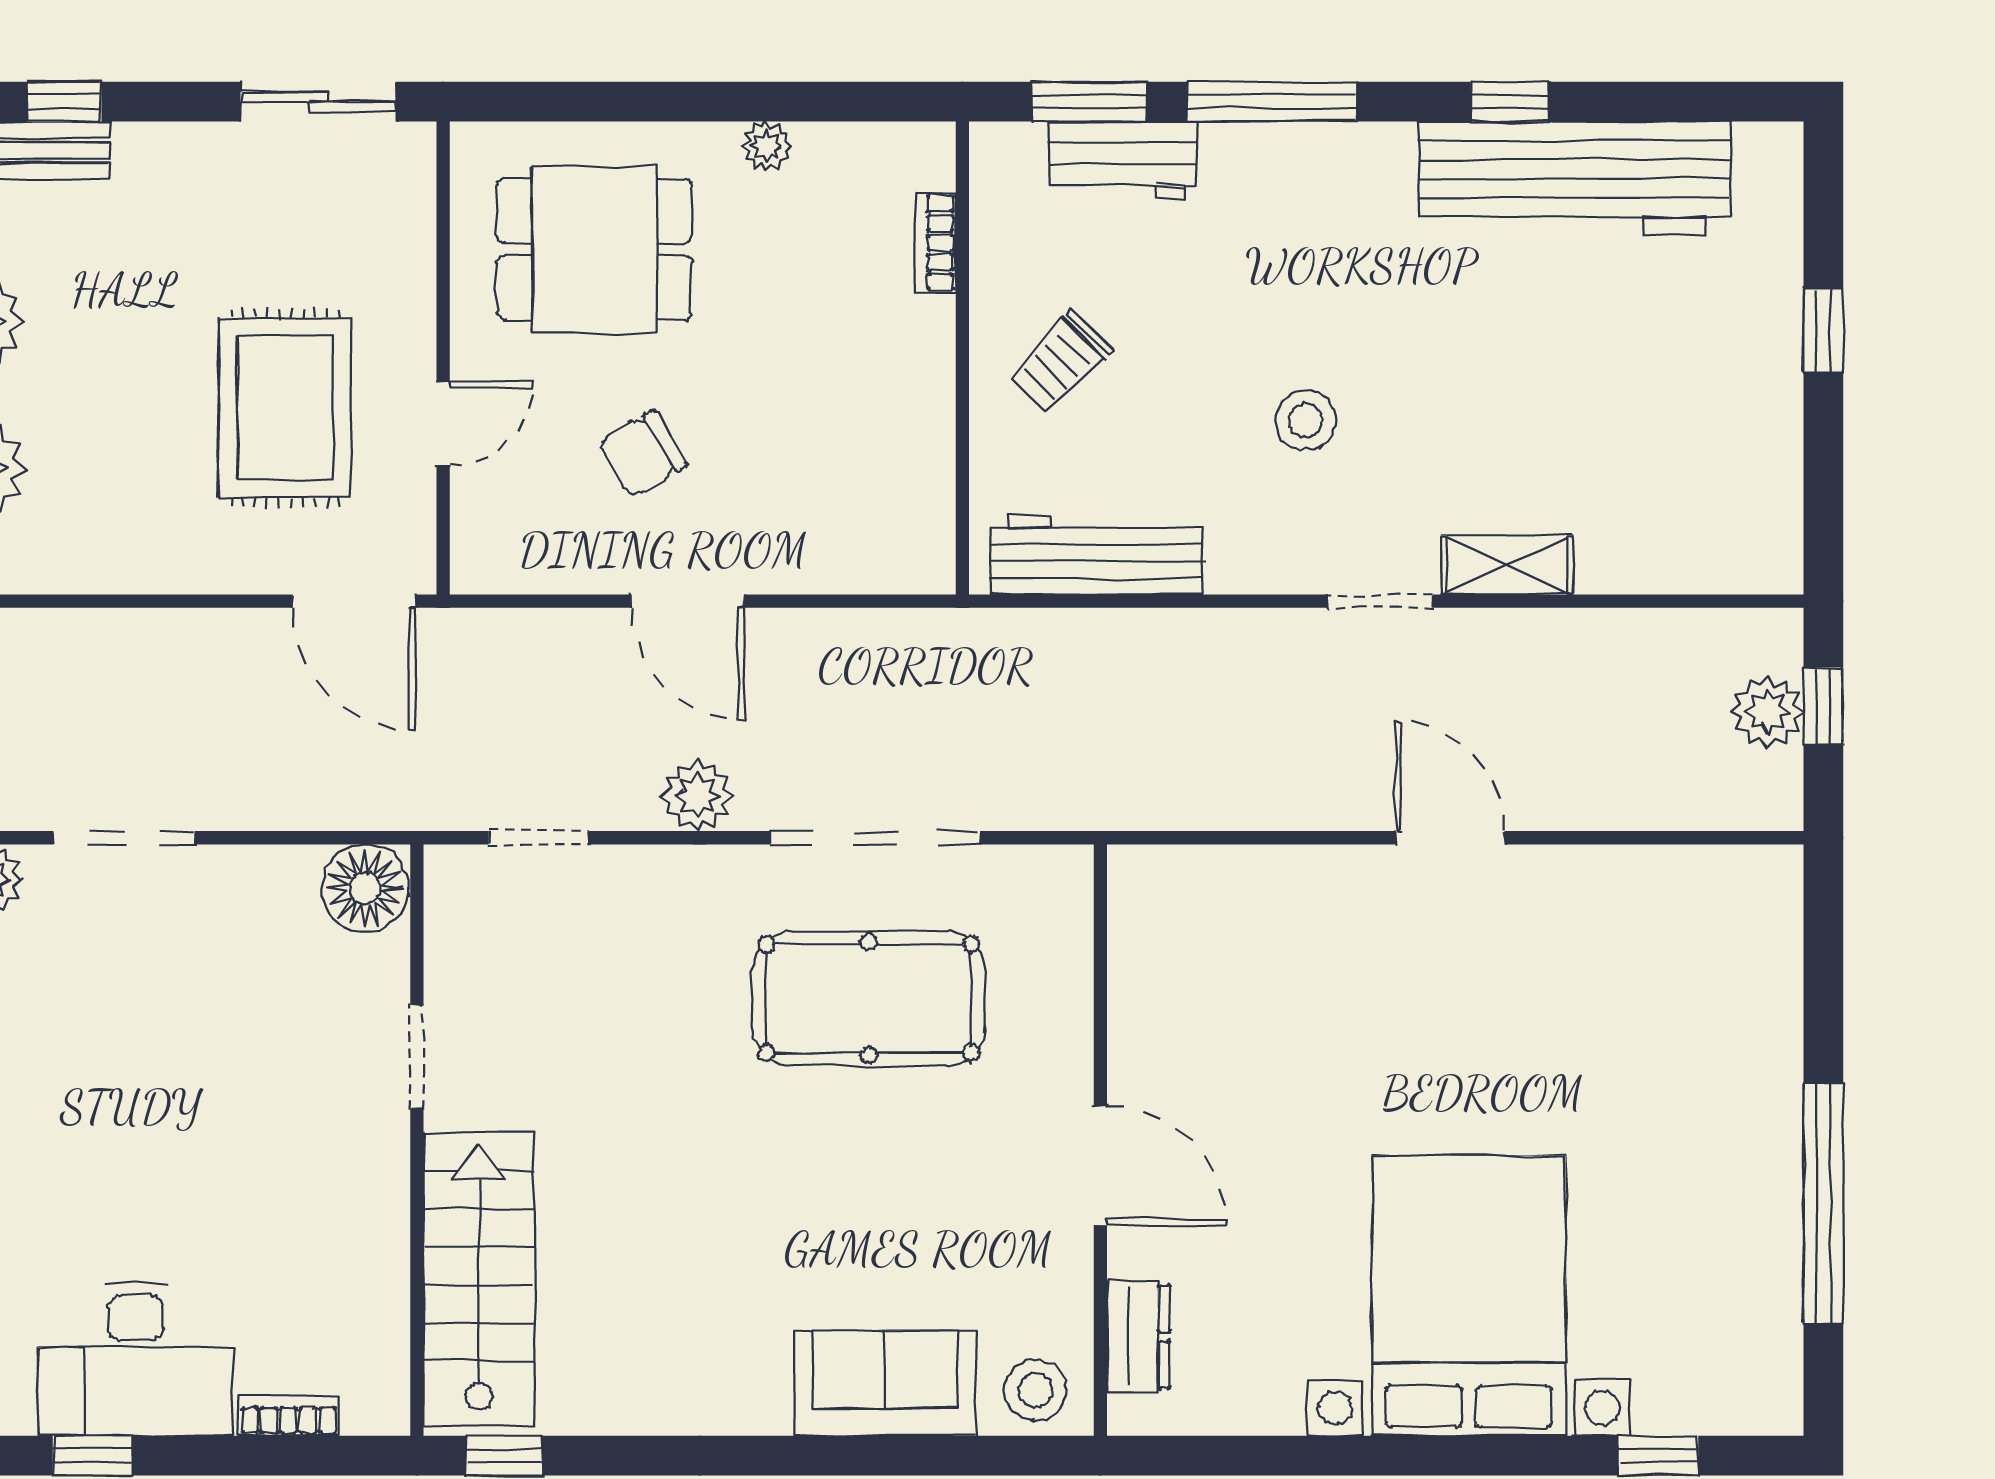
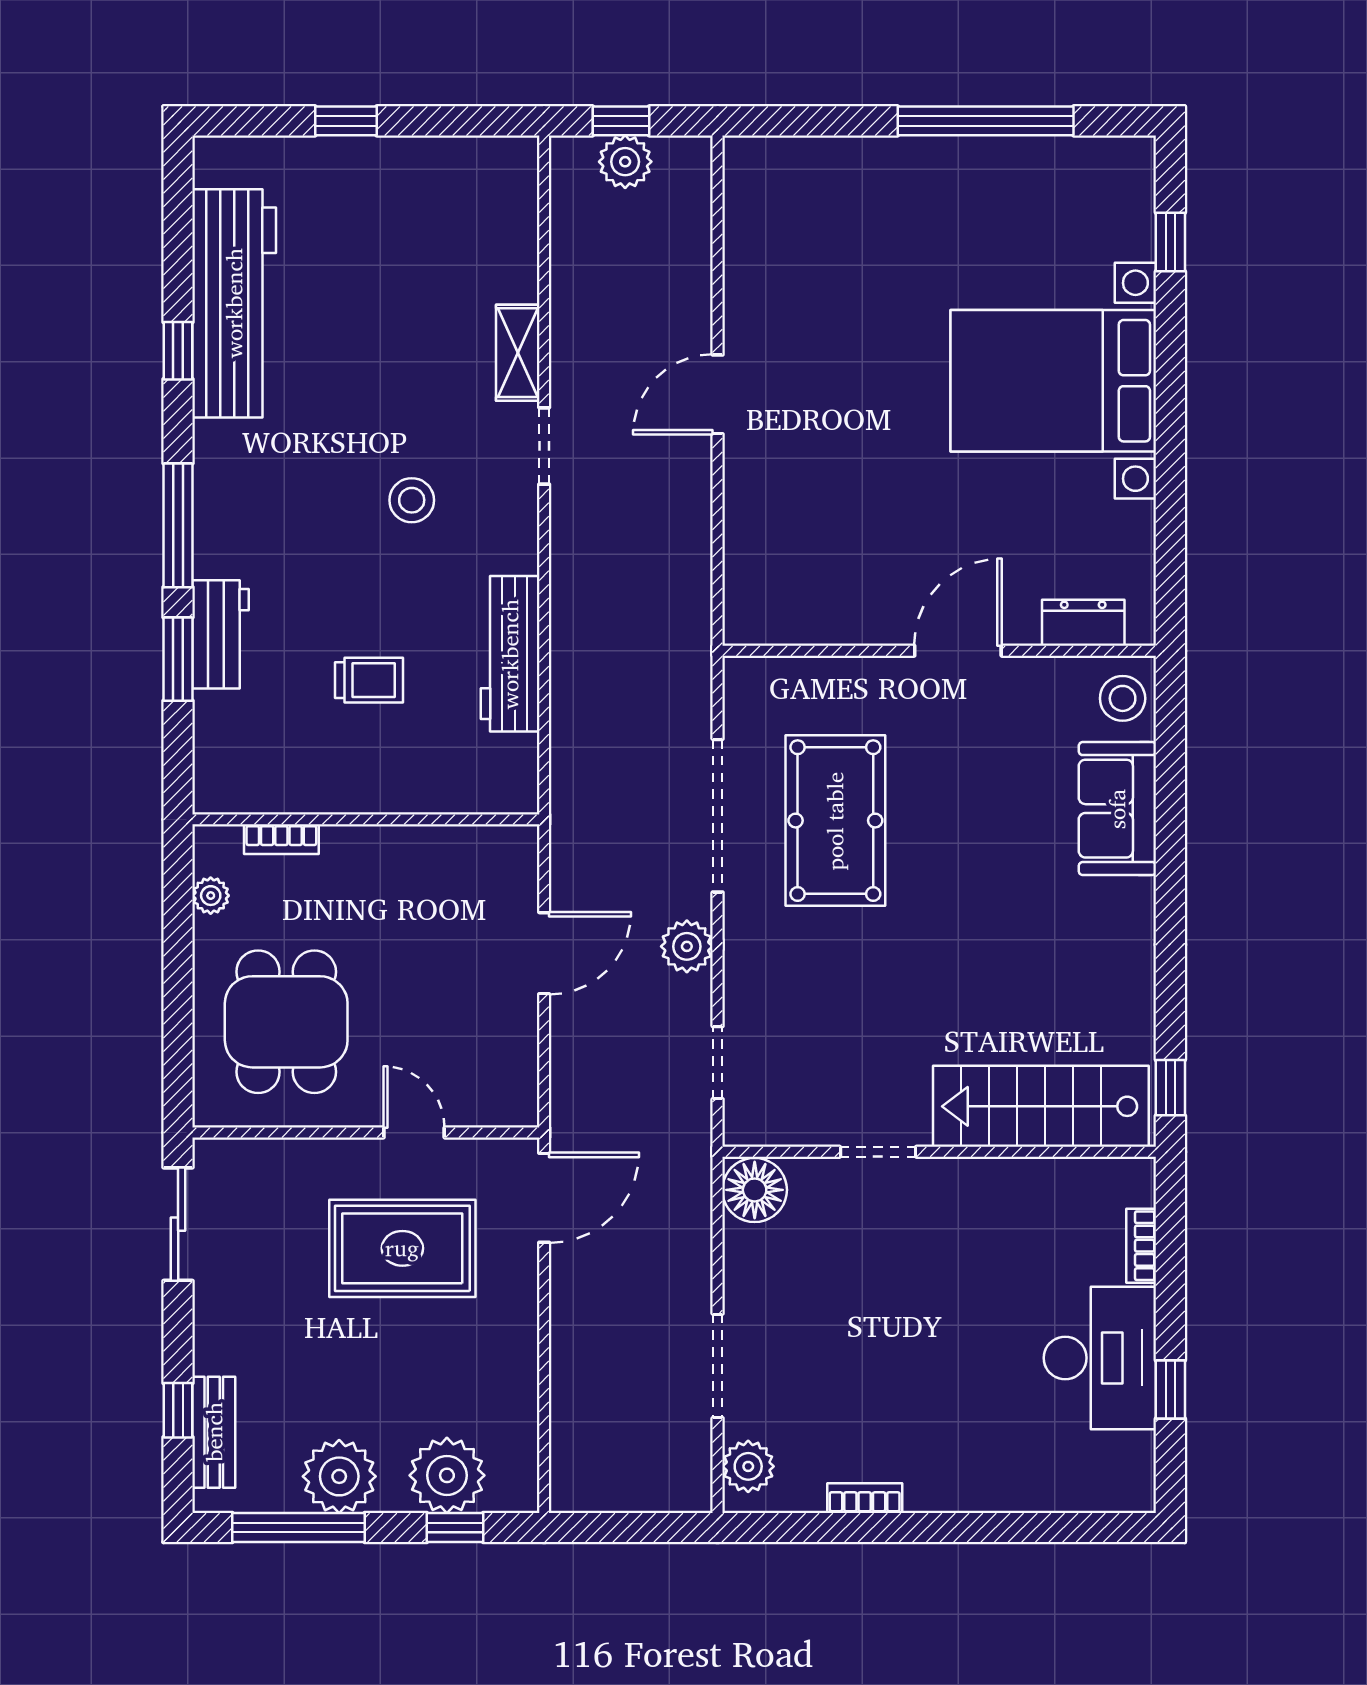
bookcase: (935, 243) -> (281, 839), moved
wall: (962, 358) -> (366, 819), moved
trolley: (1060, 362) -> (369, 680), turned -44
chair: (642, 454) -> (436, 986), removed

